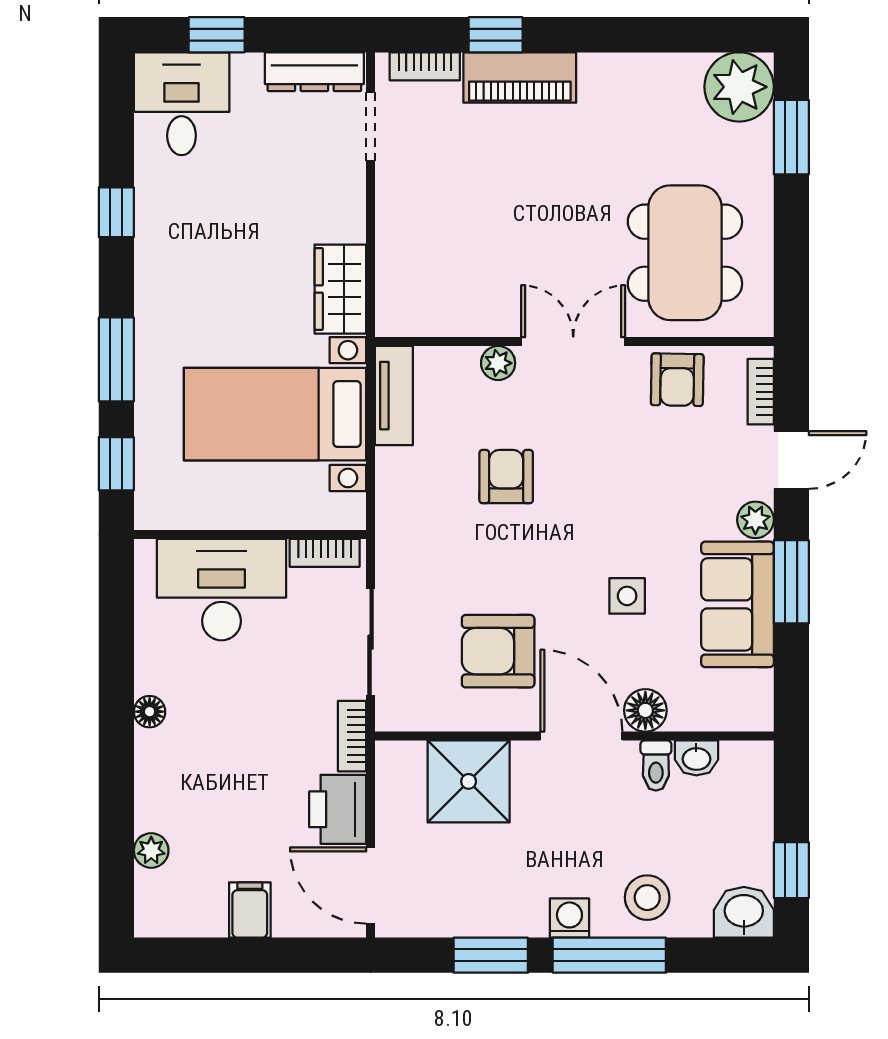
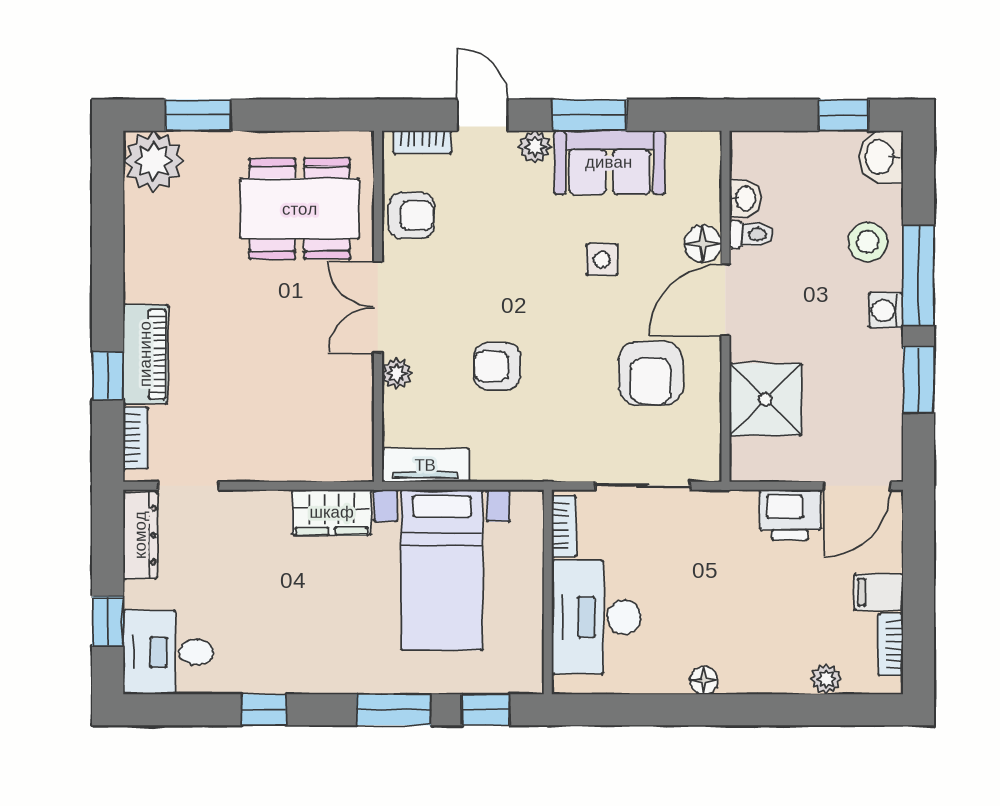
bookcase: (352, 736) -> (891, 645), moved, turned 90

